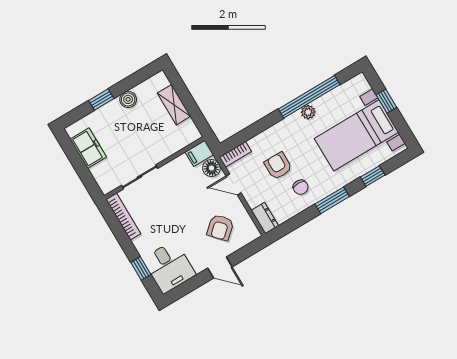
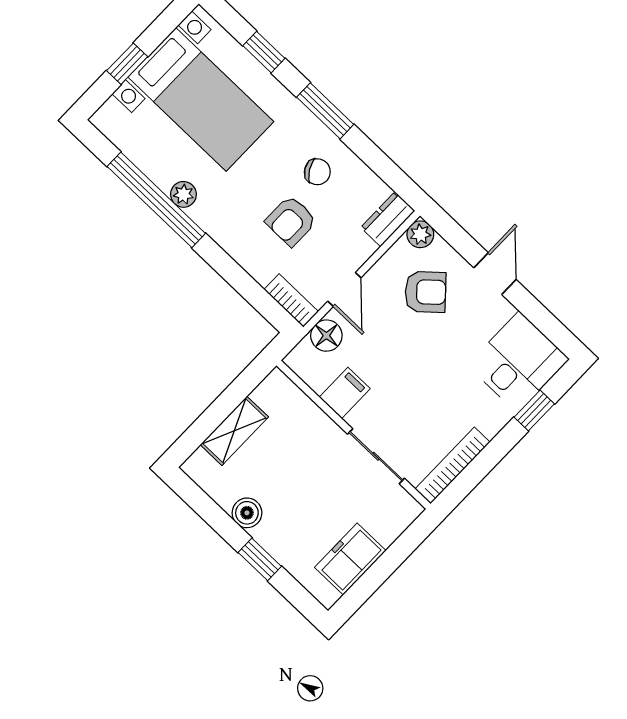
filing cabinet: (199, 153) -> (345, 393), moved, turned -90
chair: (301, 187) -> (317, 172), turned 59
plant: (252, 233) -> (420, 234), added

